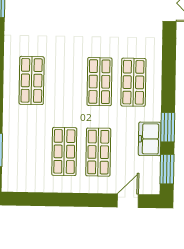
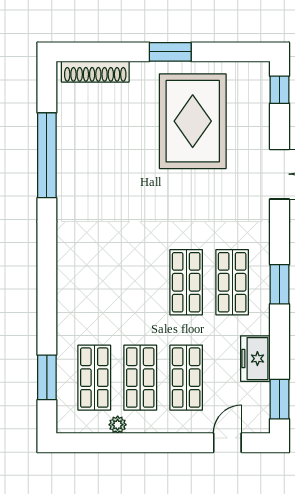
shop shelf: (32, 80) -> (94, 378), moved
window: (168, 127) -> (280, 284), moved
plant: (47, 186) -> (118, 425), added

